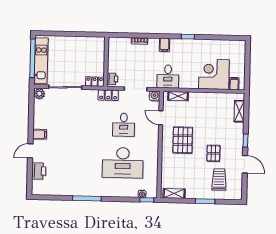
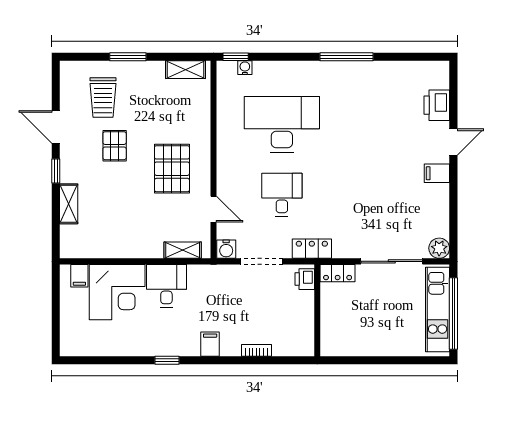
desk: (168, 76) -> (166, 286), moved
shelving: (239, 111) -> (69, 204), moved

